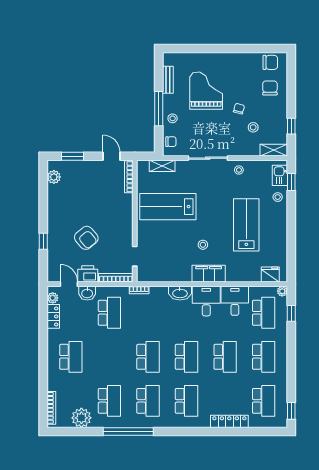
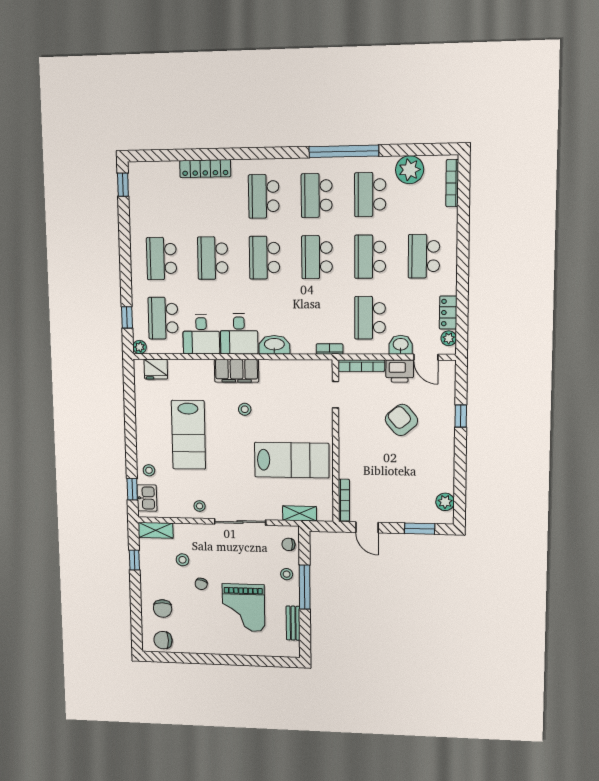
school desk: (264, 401) -> (370, 257), moved

